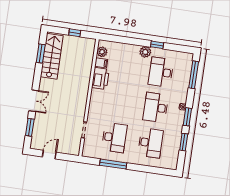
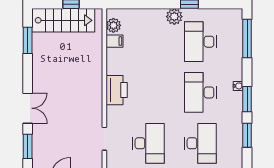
stairs: (52, 56) -> (63, 20), moved, turned 90
printer: (100, 78) -> (117, 90), moved

